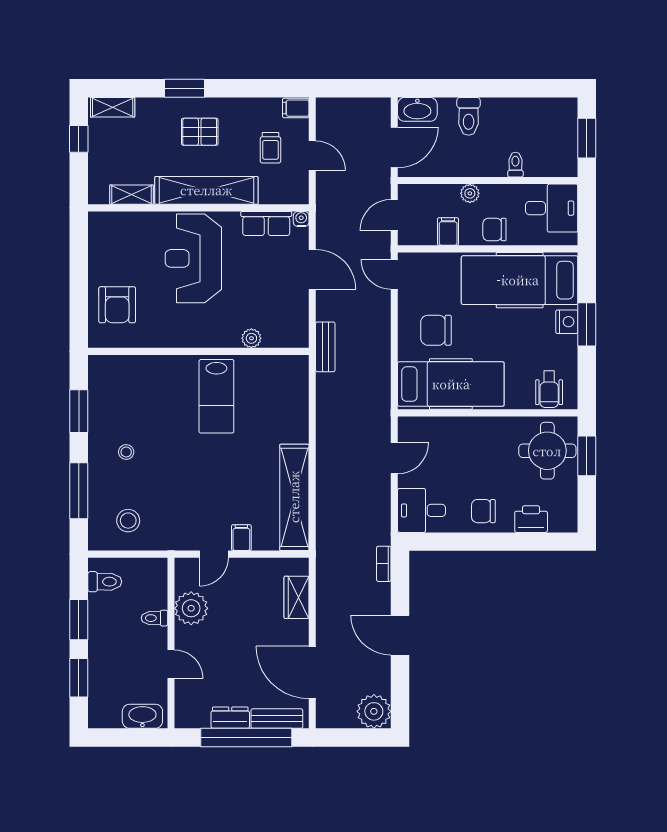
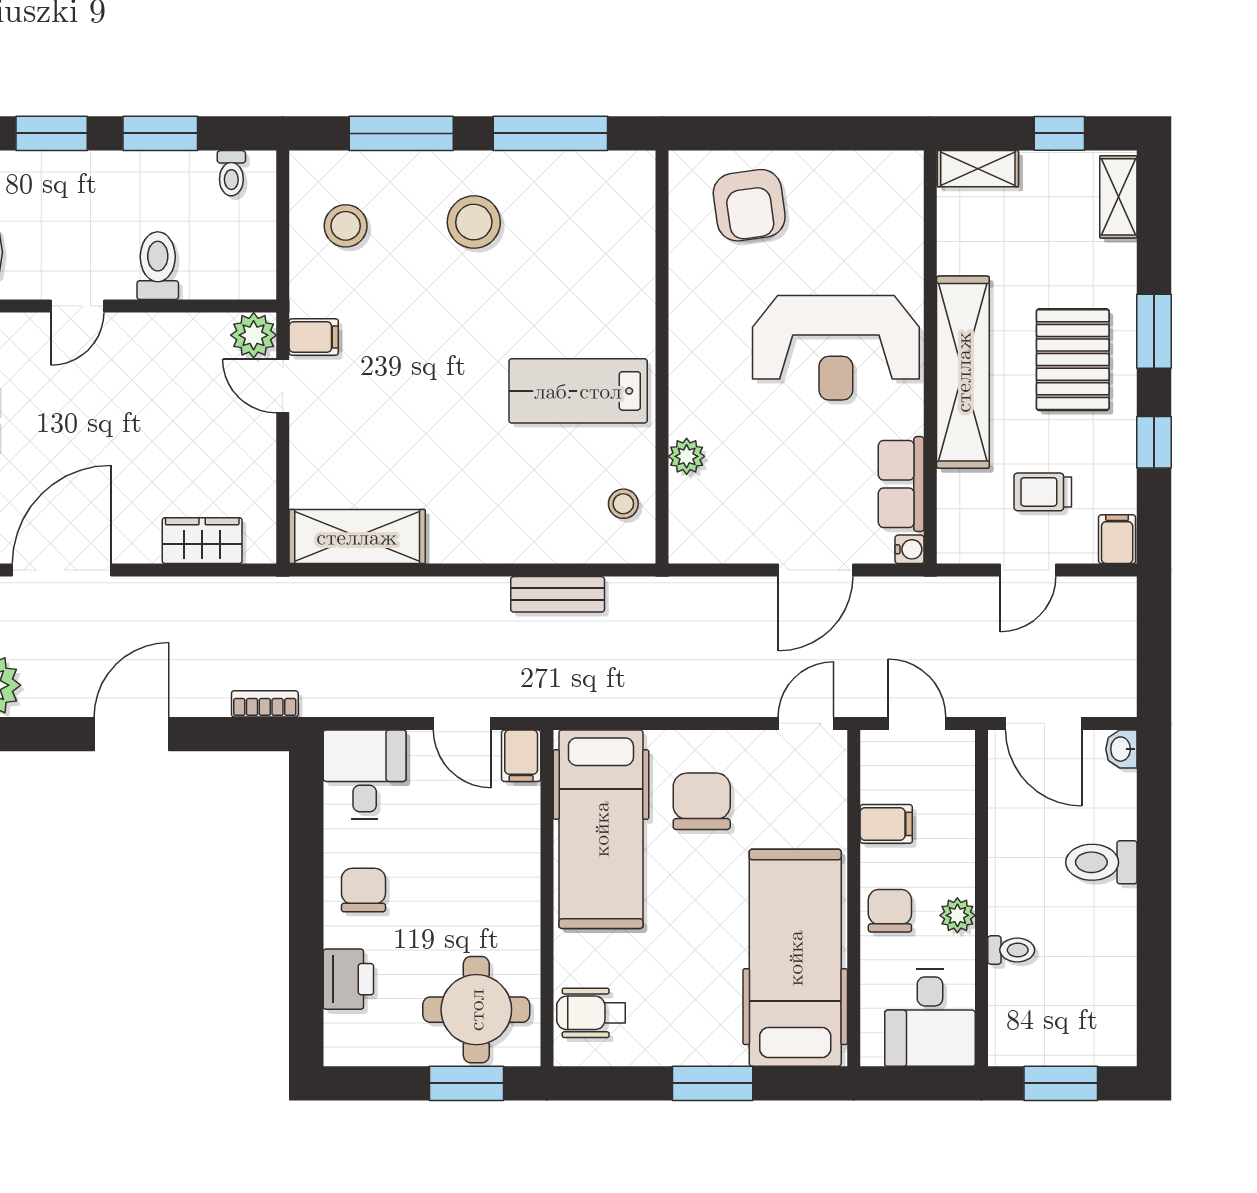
window: (244, 88) -> (1154, 442), added
washbasin: (417, 109) -> (1121, 749), width x0.52, depth x0.69
pallet: (200, 132) -> (1073, 360), width x1.50, depth x1.42
plant: (470, 193) -> (957, 915), moved
shelving: (132, 195) -> (978, 169), moved, turned 90
reception desk: (193, 258) -> (836, 348), turned 180
armchair: (117, 305) -> (749, 205), turned -98
nightstand: (567, 322) -> (718, 1046), removed
bench: (325, 347) -> (558, 594), moved
stool: (277, 372) -> (623, 504), added
window: (79, 411) -> (550, 133), width x1.44
filing cabinet: (412, 427) -> (521, 756), added
stool: (126, 452) -> (474, 222), width x1.89, depth x1.89
shelving: (294, 497) -> (357, 537), width x0.68
filing cabinet: (241, 538) -> (314, 337), moved
toilet: (105, 582) -> (231, 173), width x0.73, depth x0.72
plant: (191, 608) -> (254, 335), moved, width x0.73, depth x0.73
toilet: (155, 618) -> (158, 266), width x1.37, depth x1.39

